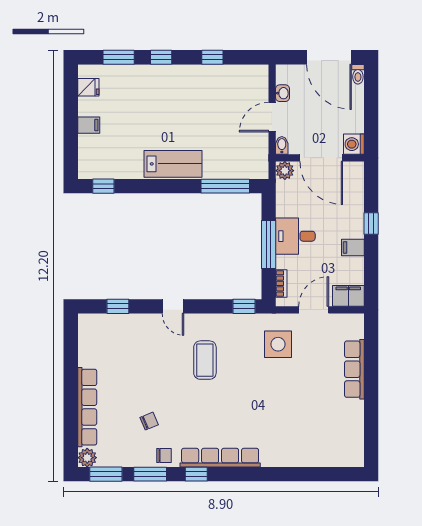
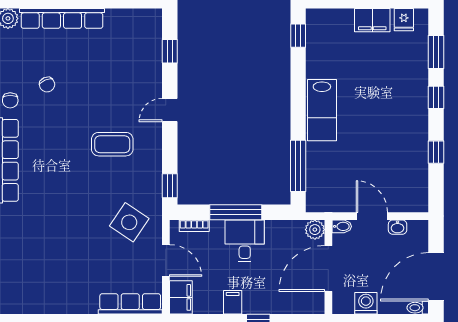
filing cabinet: (89, 125) -> (372, 20), width x2.00
washing machine: (354, 144) -> (366, 303), moved
side table: (278, 344) -> (129, 222), turned 34
row of seats: (354, 369) -> (130, 304), moved

